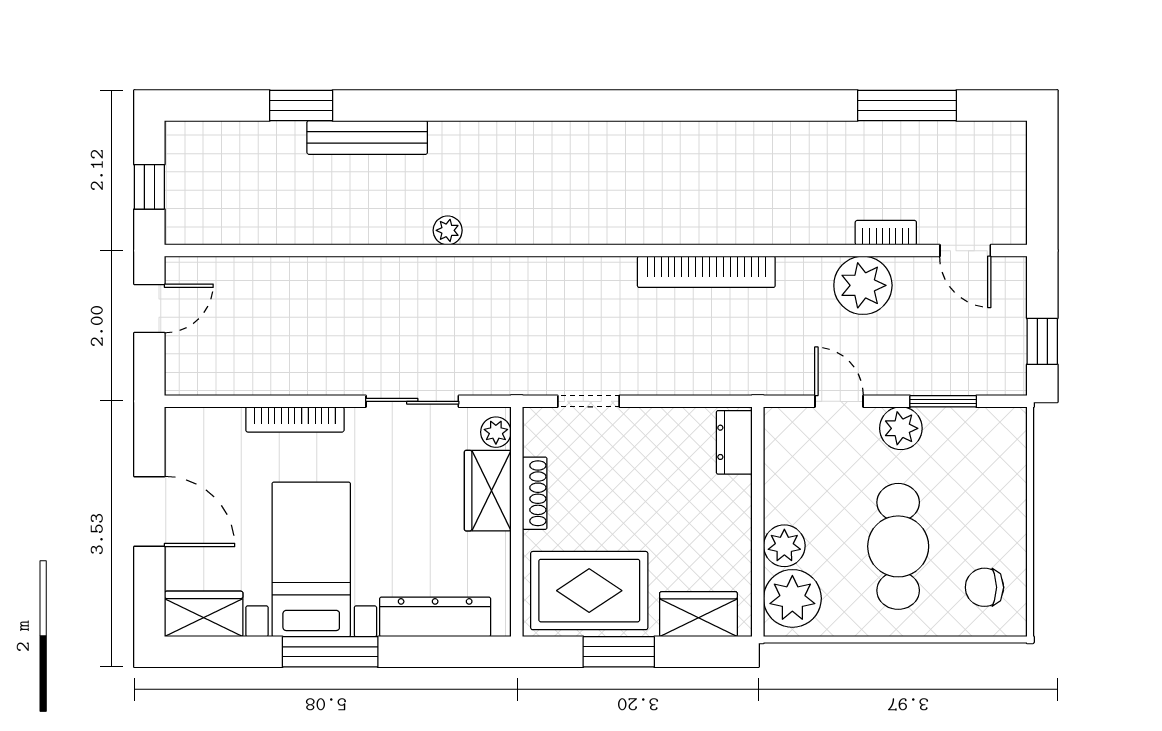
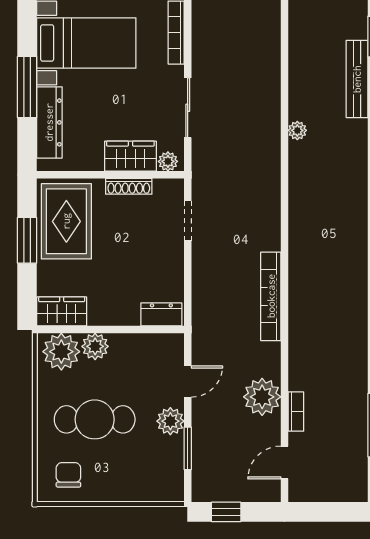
wardrobe: (698, 614) -> (62, 311), moved, turned -90
window: (330, 652) -> (27, 87), moved

